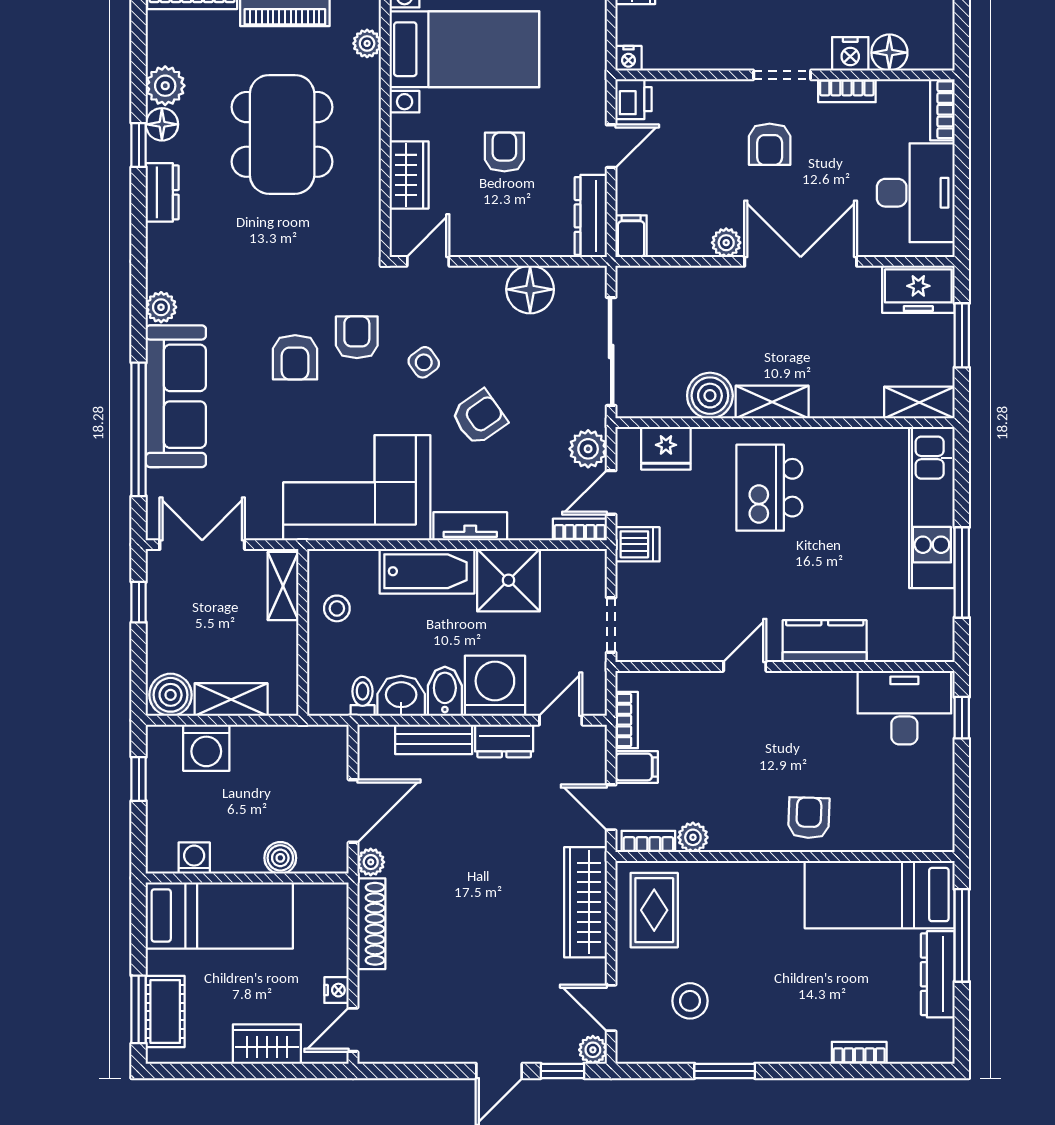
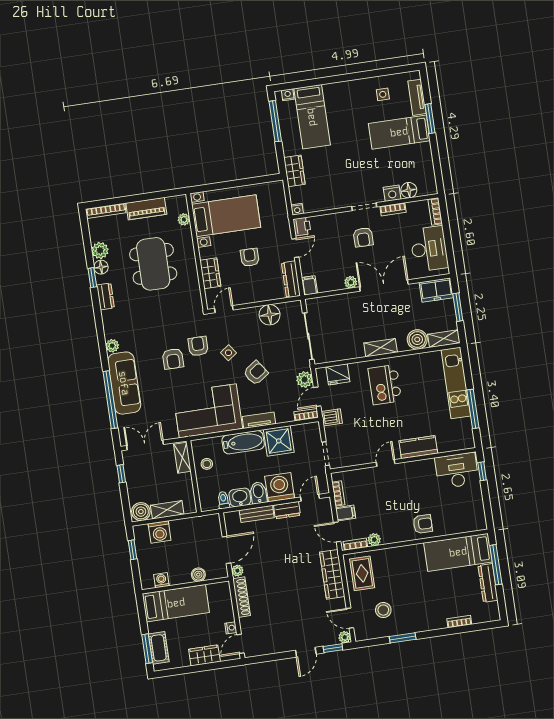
boiler: (710, 396) -> (417, 339), moved
armchair: (809, 818) -> (423, 524), turned 88

